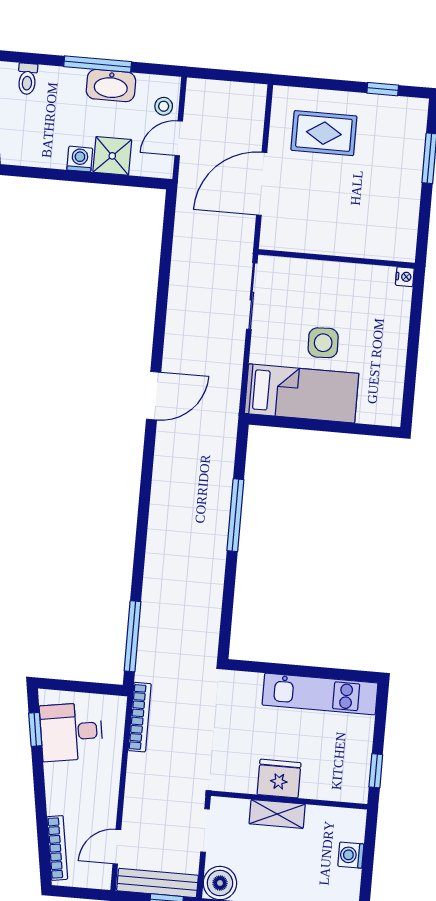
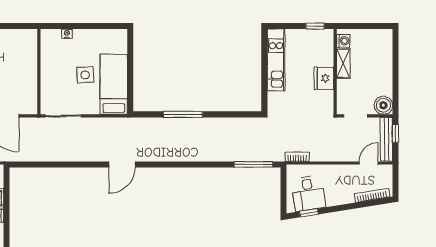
nightstand: (405, 277) -> (67, 34), moved
door: (154, 396) -> (122, 164), swing flipped
bookcase: (140, 717) -> (297, 157), width x0.64
shelving: (277, 814) -> (343, 63), moved
door: (117, 847) -> (369, 163), swing flipped
washing machine: (351, 855) -> (343, 41), moved, turned -90

